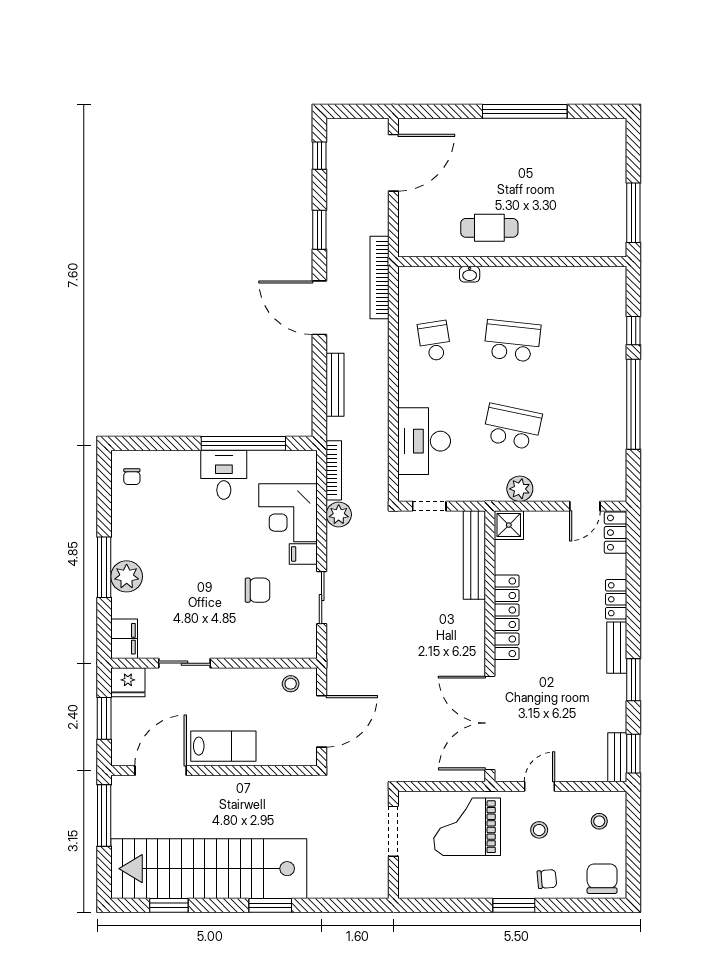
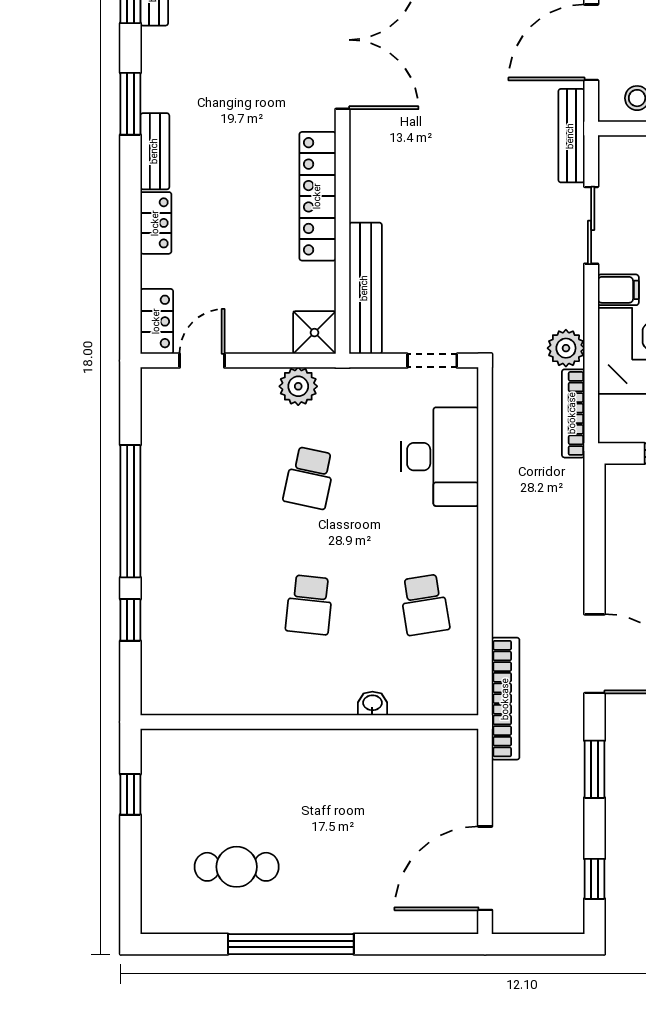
window: (633, 213) -> (130, 794), width x0.46
cafe table: (489, 228) -> (237, 867), moved
school desk: (512, 341) -> (309, 605), width x0.54
bench: (335, 385) -> (571, 136), moved
school desk: (512, 427) -> (309, 478), width x0.54

